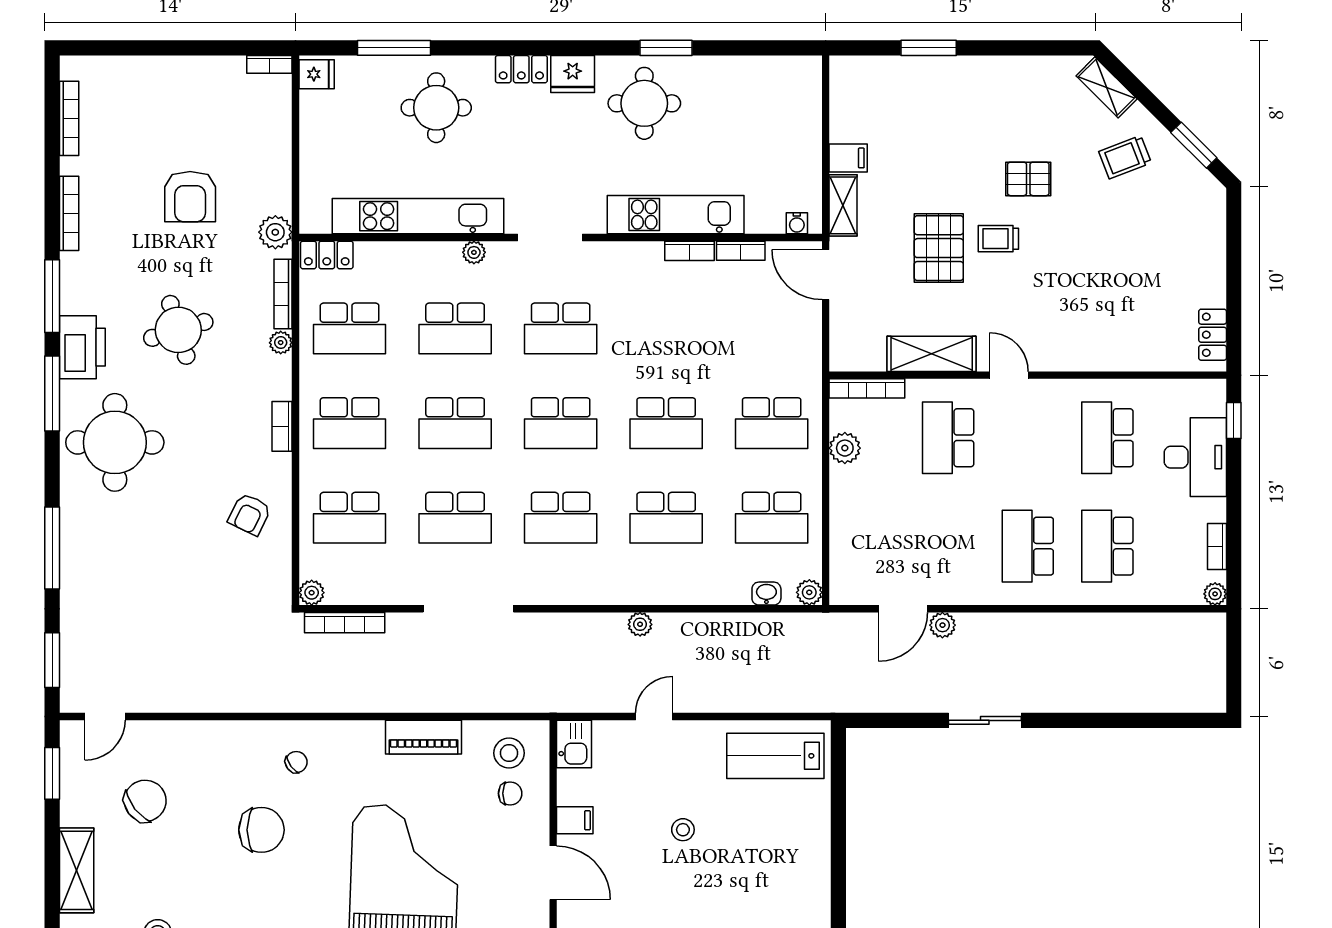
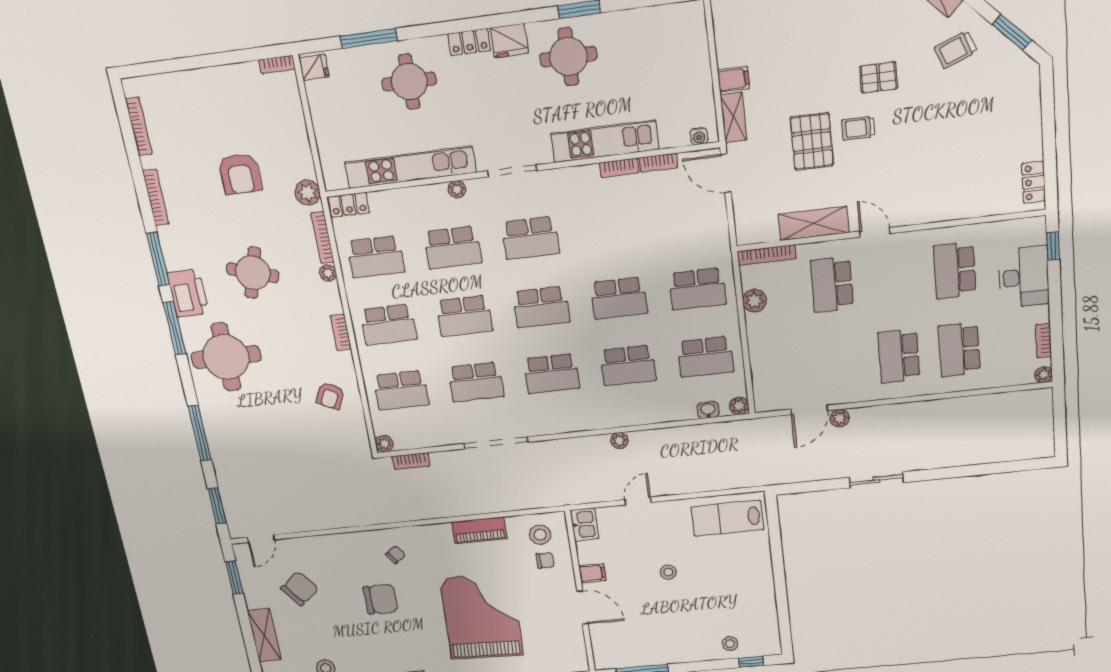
round table: (178, 330) -> (253, 273), turned 34
bookcase: (345, 623) -> (411, 461), width x0.64

